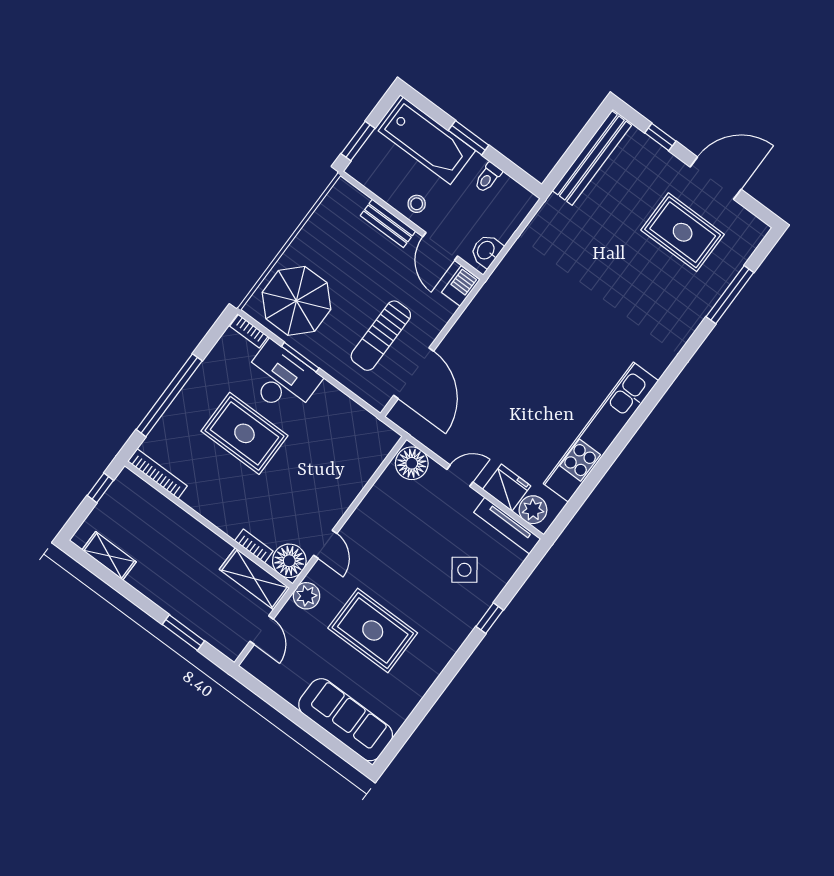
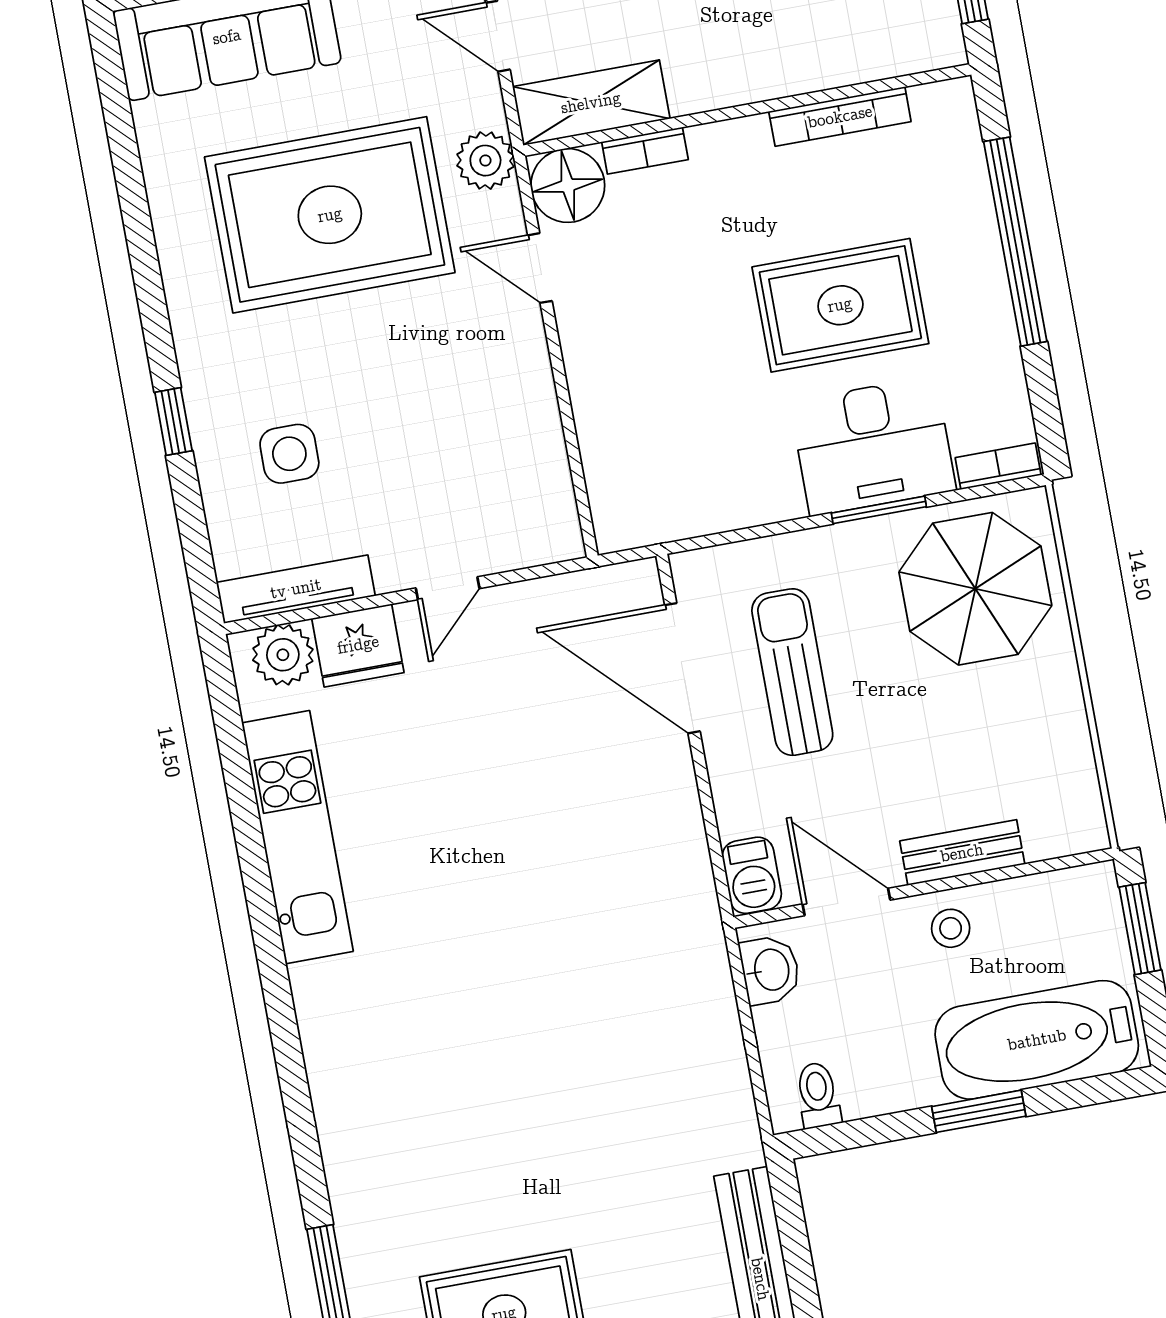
toilet: (488, 177) -> (818, 1095), moved
kitchen unit: (601, 432) -> (298, 837), width x0.73
floor lamp: (412, 463) -> (540, 530), removed
bookcase: (157, 474) -> (840, 117), moved
side table: (464, 570) -> (289, 454), turned 36
rug: (373, 630) -> (330, 215), width x1.37, depth x1.44

